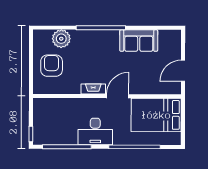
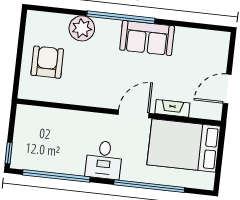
plant: (61, 39) -> (82, 28), moved
sofa: (139, 41) -> (147, 38), moved
fireplace: (93, 89) -> (172, 108), moved
desk: (95, 131) -> (104, 160), width x0.73

